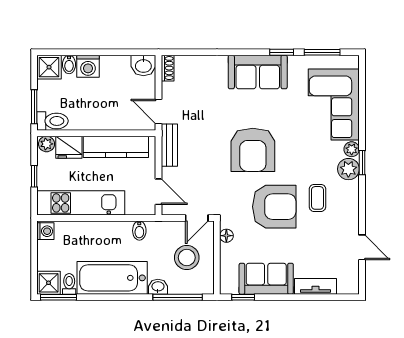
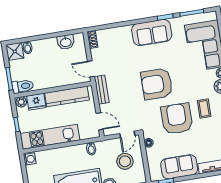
washbasin: (143, 65) -> (66, 42), moved
washing machine: (88, 66) -> (40, 47), removed
armchair: (253, 150) -> (157, 84), turned 90
armchair: (274, 207) -> (177, 119), turned -90

